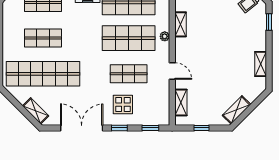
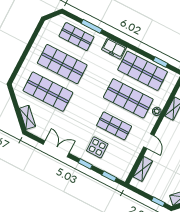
shop shelf: (43, 38) -> (62, 64), width x1.43, depth x1.36
shop shelf: (43, 74) -> (48, 92), width x0.71
double door: (82, 128) -> (56, 149), width x0.73
window: (201, 128) -> (158, 202), moved

